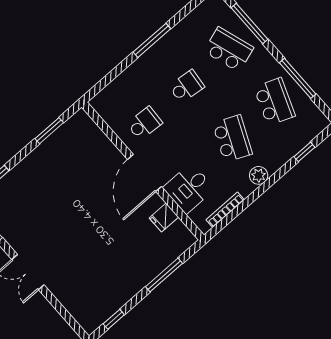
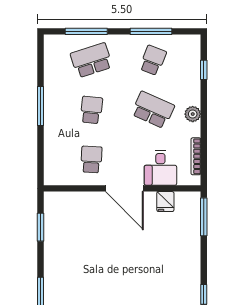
school desk: (275, 102) -> (153, 60), width x0.54
window: (164, 275) -> (204, 217), moved

